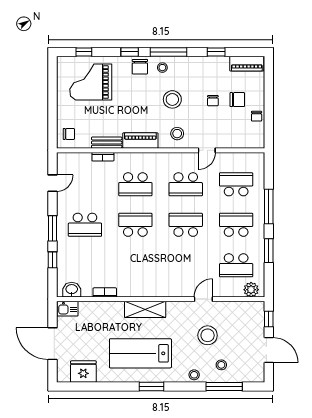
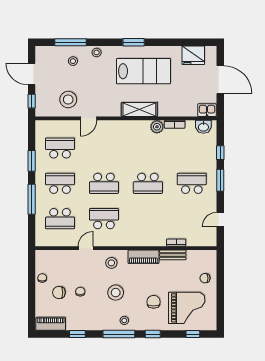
chair: (140, 67) -> (154, 302), moved
chair: (69, 134) -> (205, 278), moved
school desk: (135, 184) -> (148, 219), removed
school desk: (236, 225) -> (60, 183), turned 180
plant: (251, 290) -> (157, 127), moved
stool: (208, 335) -> (68, 100), moved

